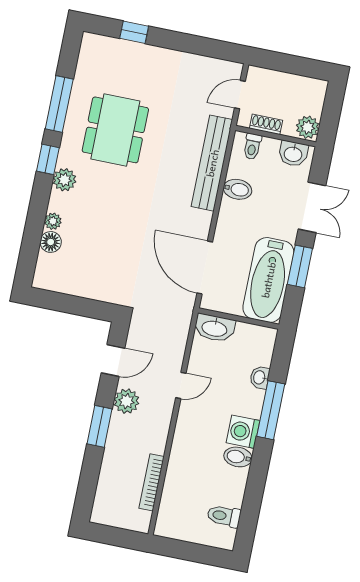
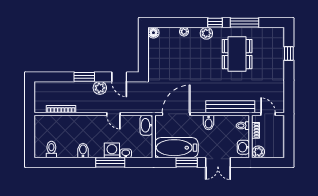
dining table: (115, 130) -> (237, 54), turned 90
bidet: (237, 189) -> (209, 123), moved
floor lamp: (51, 242) -> (153, 33), moved
washing machine: (243, 432) -> (112, 150), moved

